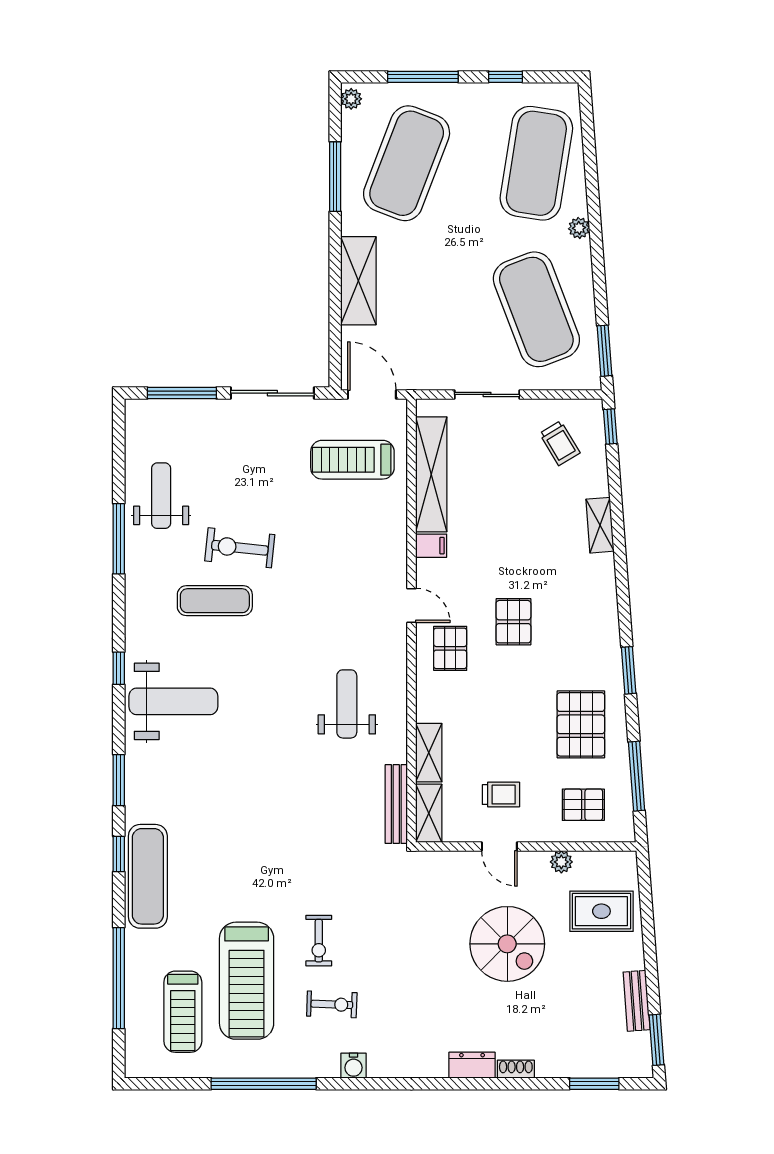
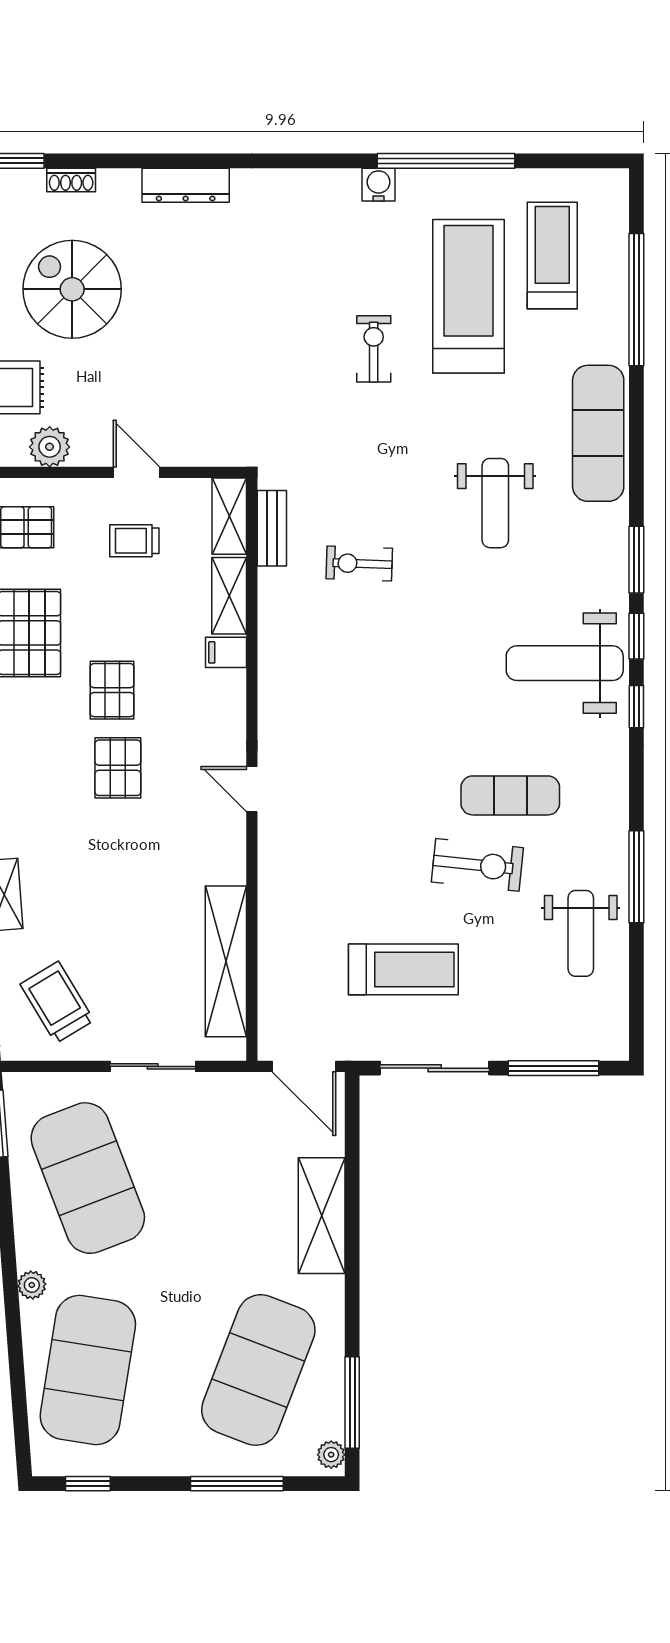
window: (505, 77) -> (88, 1484), moved
window: (335, 177) -> (352, 1403), moved
trolley: (560, 443) -> (57, 1002), width x1.36, depth x1.39
treadmill: (352, 460) -> (403, 969), moved
filing cabinet: (431, 546) -> (226, 652), moved
pallet: (450, 648) -> (112, 690), moved
weight bench: (347, 704) -> (495, 503), moved
bench: (396, 804) -> (272, 528), width x0.73
window: (119, 854) -> (636, 636), moved
plant: (561, 862) -> (50, 447), width x1.38, depth x1.38
spiral stairs: (507, 944) -> (72, 289), moved
exercise bike: (332, 1004) -> (359, 564), moved
dresser: (472, 1065) -> (186, 185), width x1.44
water cooler: (353, 1066) -> (378, 185), moved
shoe rack: (516, 1069) -> (71, 180), moved

